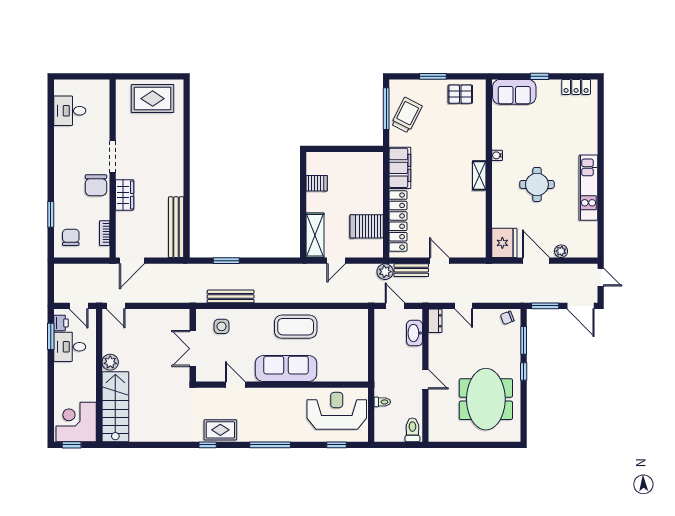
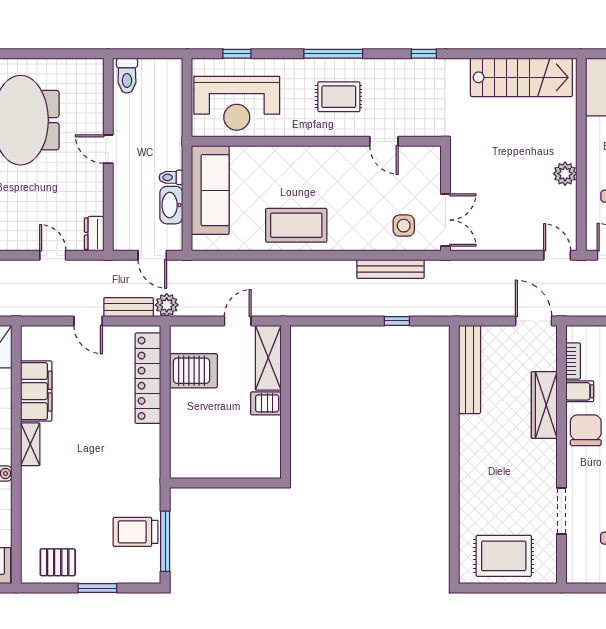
trolley: (407, 115) -> (135, 532), turned 63
doorway: (113, 157) -> (561, 511), moved
filing cabinet: (400, 168) -> (36, 391), moved, turned 180
server rack: (317, 183) -> (266, 403), moved
wardrobe: (125, 195) -> (544, 405), width x1.50
filing cabinet: (100, 212) -> (580, 391), added
door: (132, 261) -> (534, 321), hinge flipped
window: (226, 261) -> (397, 321), width x0.67
washbasin: (415, 333) -> (171, 205), moved, turned 180
double door: (193, 349) -> (445, 220), moved
sofa: (286, 368) -> (210, 190), moved, turned -90
toilet: (382, 402) -> (171, 177), moved
stairs: (115, 407) -> (521, 77), moved, turned -90
rug: (220, 430) -> (339, 97), moved

